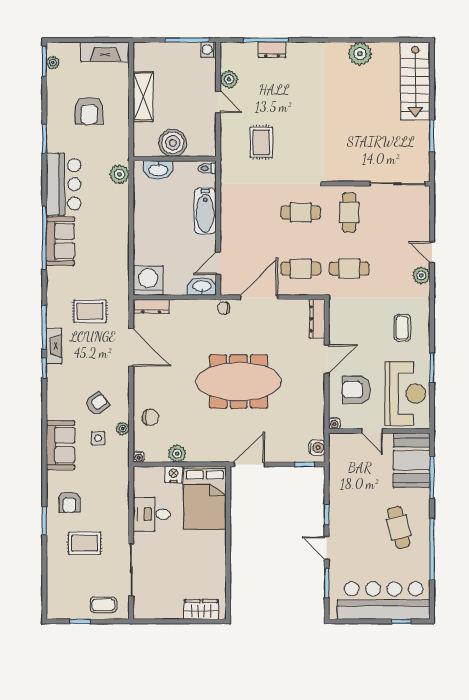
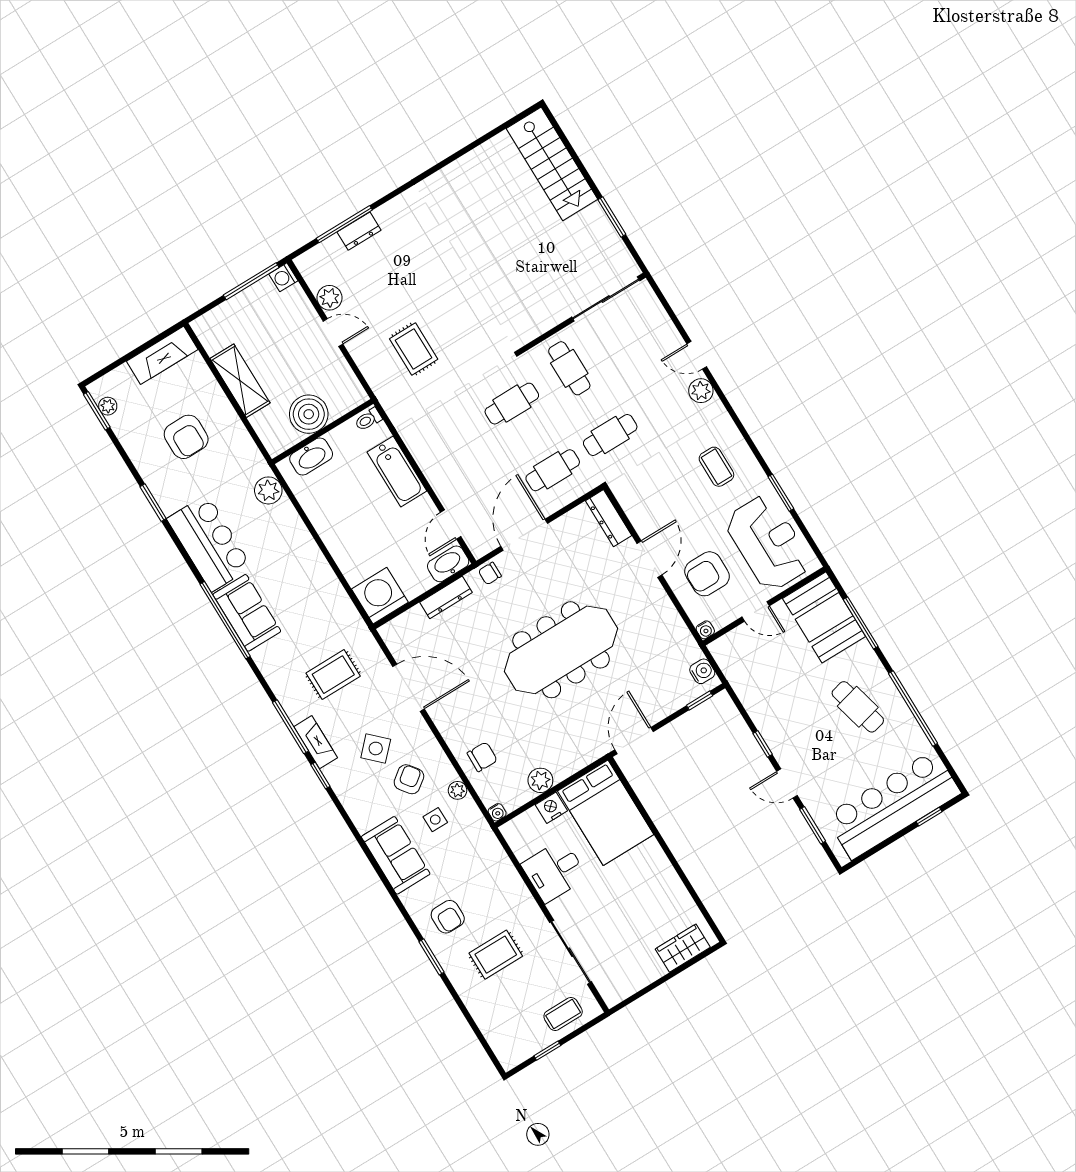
plant: (360, 54) -> (466, 172), removed
dresser: (151, 306) -> (446, 597), moved
side table: (88, 372) -> (376, 748), added

